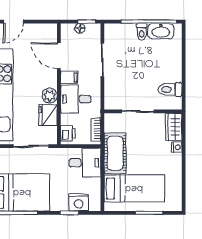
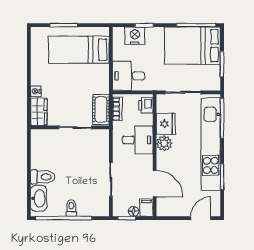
washbasin: (161, 31) -> (39, 198), moved, turned 90
filing cabinet: (69, 77) -> (146, 208), moved, turned 90
toilet: (170, 89) -> (43, 177), moved
cot: (115, 153) -> (101, 109), moved, width x0.73, depth x0.75

